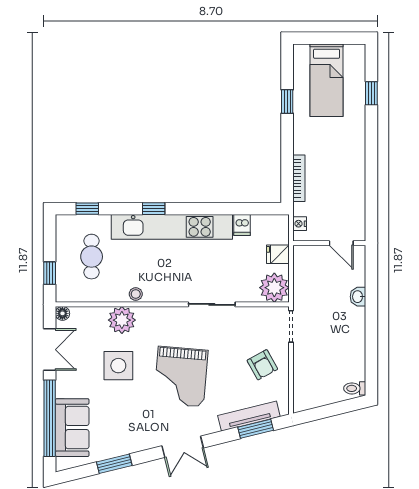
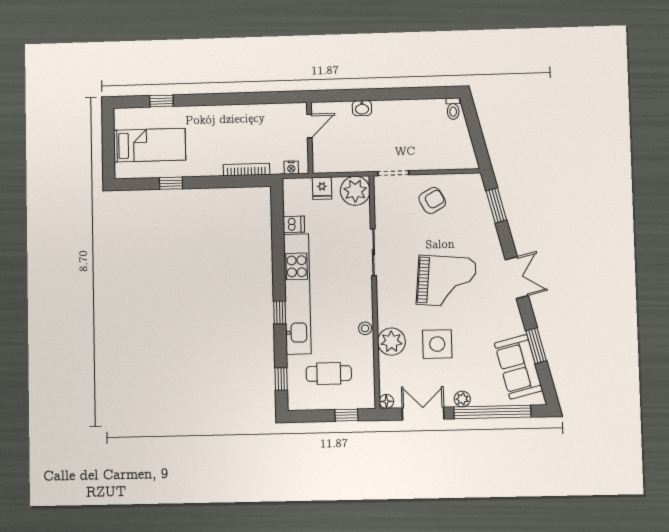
plant: (63, 389) -> (462, 399), added
tv unit: (249, 416) -> (484, 212), removed
sofa: (72, 428) -> (518, 367), moved, turned -104

